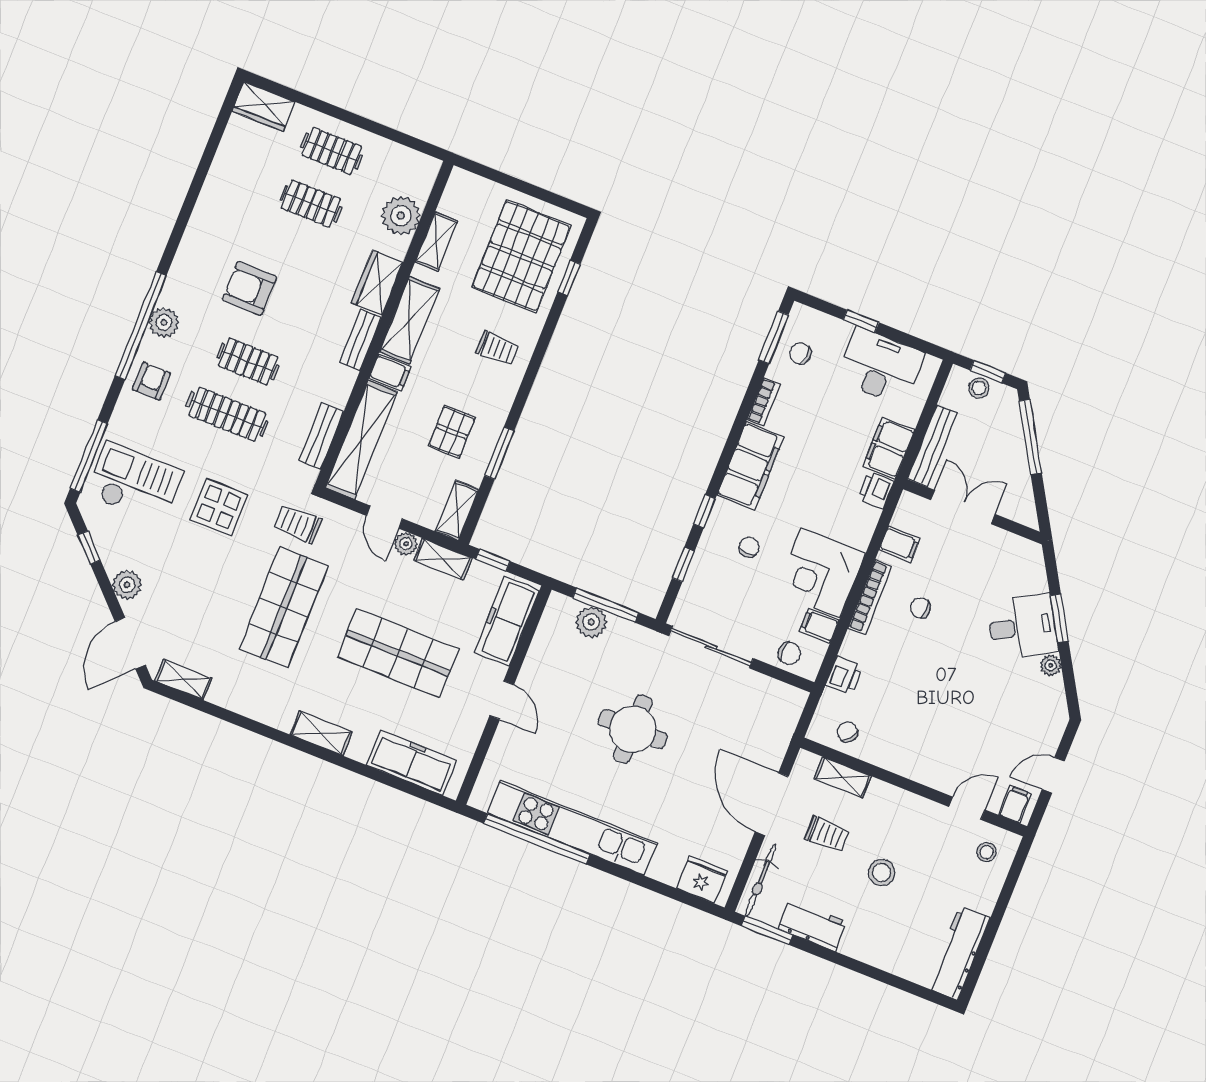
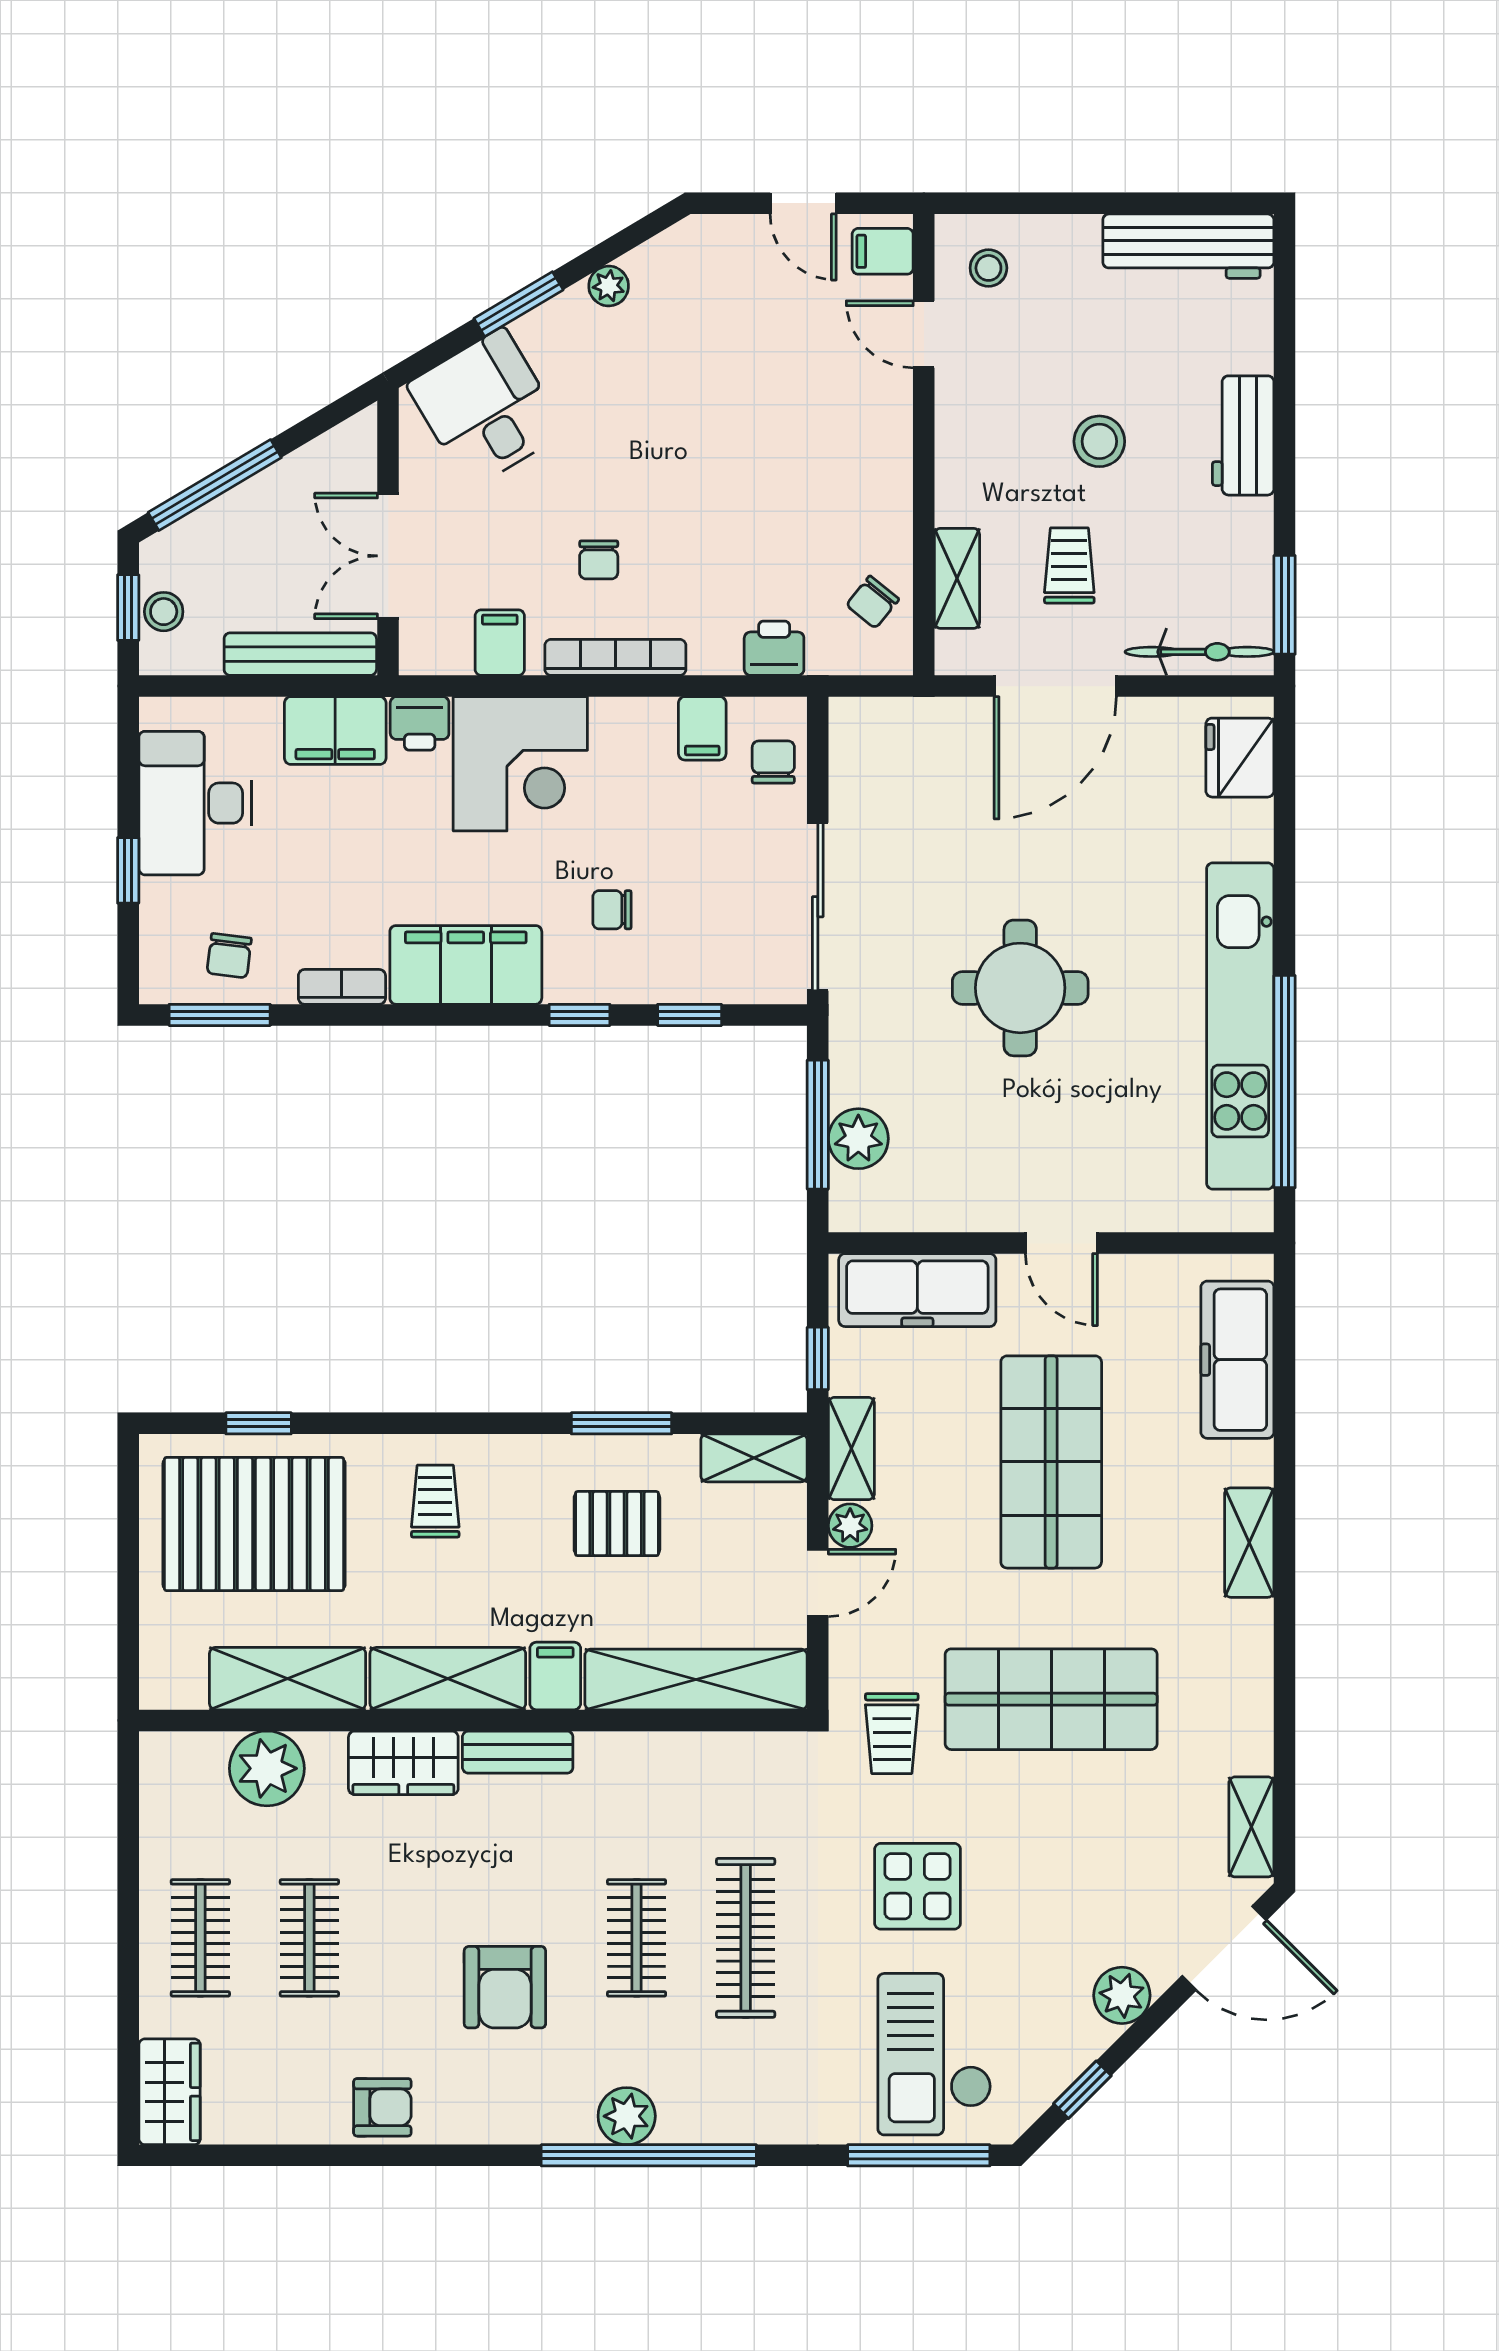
shelving: (436, 241) -> (288, 1679), width x1.50, depth x1.33
armchair: (152, 381) -> (382, 2107), moved, turned 180
bench: (321, 436) -> (718, 1754), removed
corner desk: (820, 573) -> (520, 764), moved
desk: (1022, 627) -> (486, 408), moved
door: (502, 700) -> (1061, 1243), swing flipped
workbench: (812, 925) -> (1243, 435), moved

